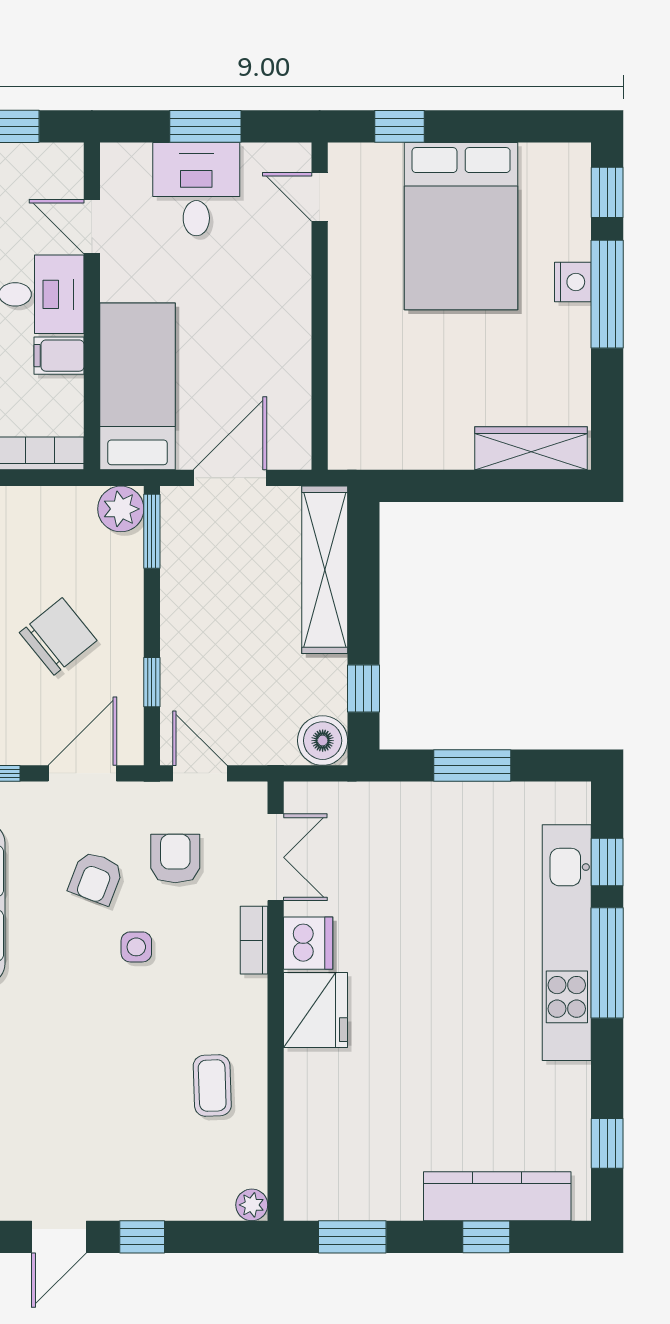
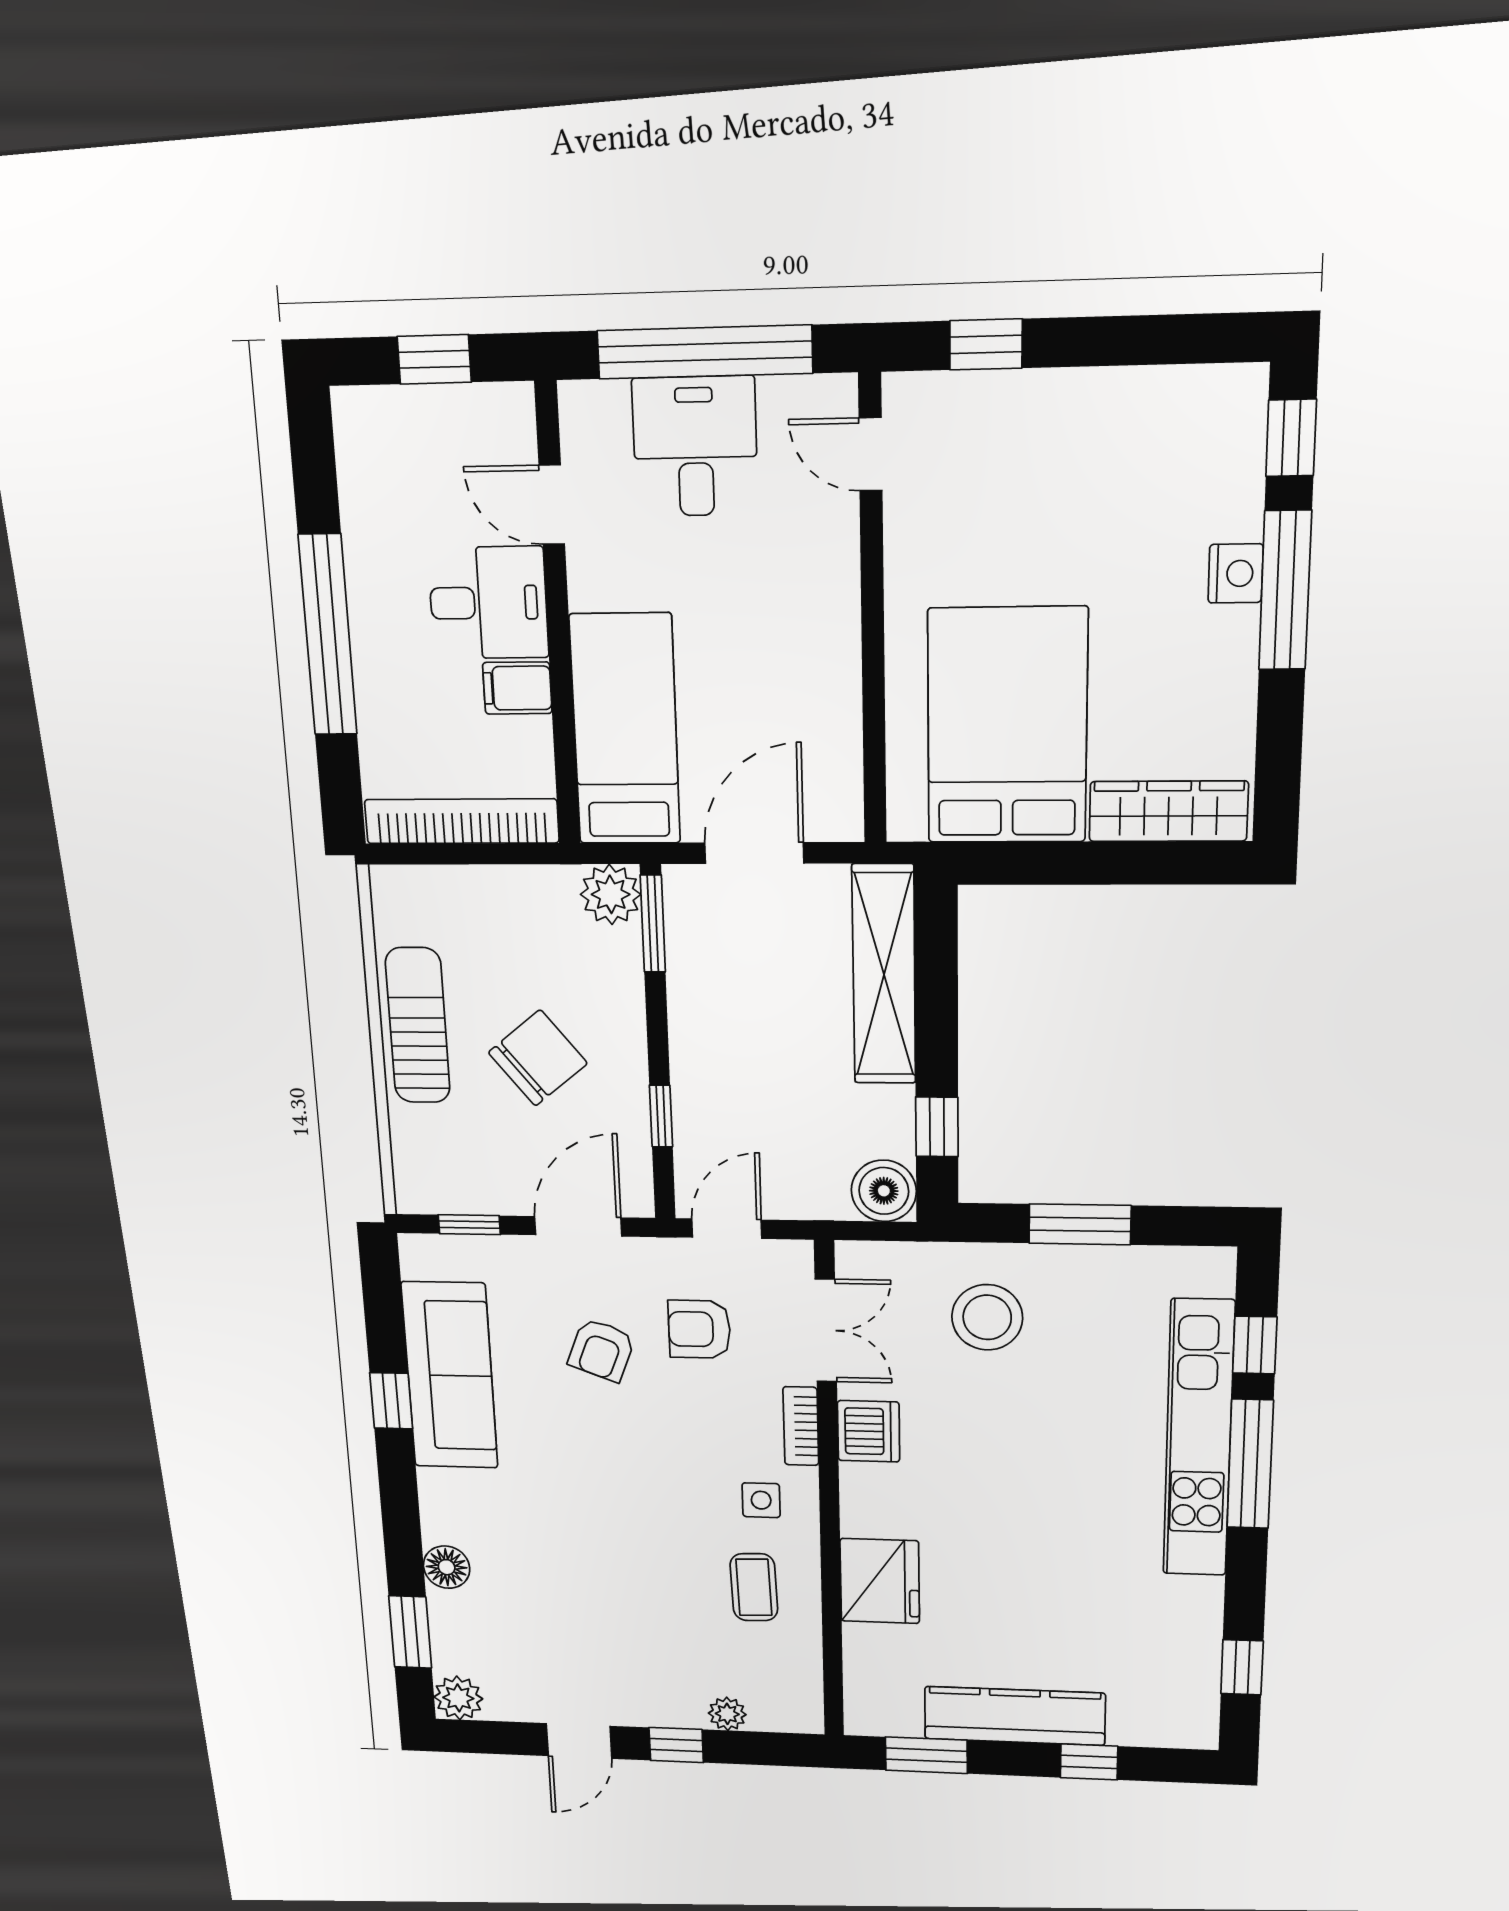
window: (205, 126) -> (705, 352), width x2.11
bed: (461, 226) -> (1007, 726), moved, turned 180
door: (200, 773) -> (727, 1229), hinge flipped
stool: (402, 843) -> (987, 1317), added
armchair: (175, 858) -> (699, 1329), turned -90
side table: (136, 947) -> (761, 1500), moved
fridge: (315, 1010) -> (880, 1581), moved
kitchen counter: (497, 1196) -> (1015, 1716), moved
plant: (252, 1205) -> (727, 1714), moved

